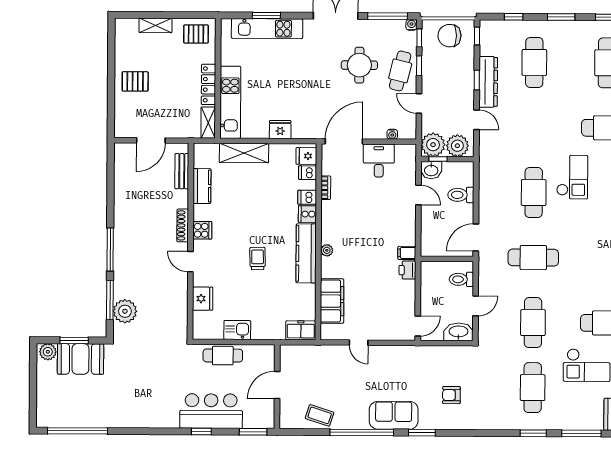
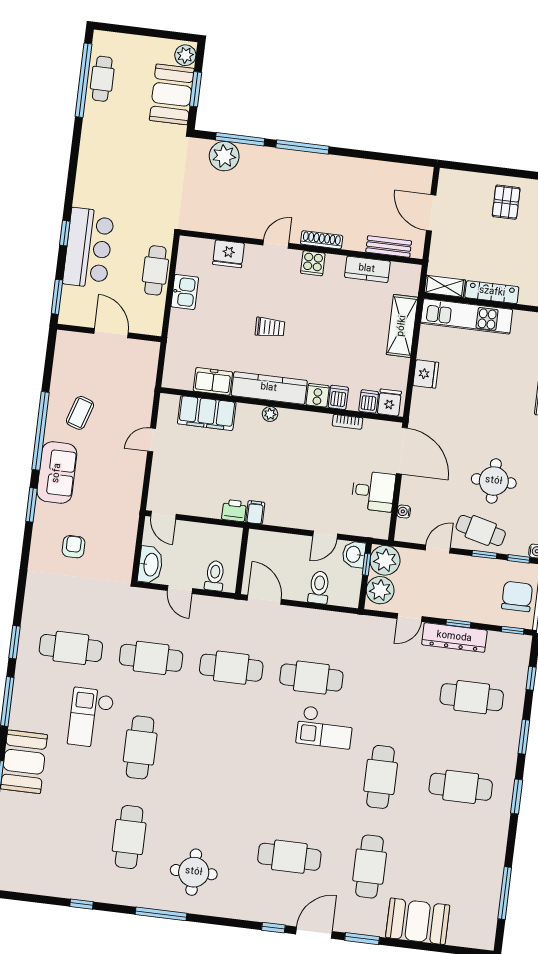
cafe table: (533, 258) -> (231, 668), turned 90
freezer: (301, 330) -> (213, 381), moved, turned -90
coffee table: (320, 415) -> (80, 413), moved
cafe table: (74, 416) -> (102, 79), added

